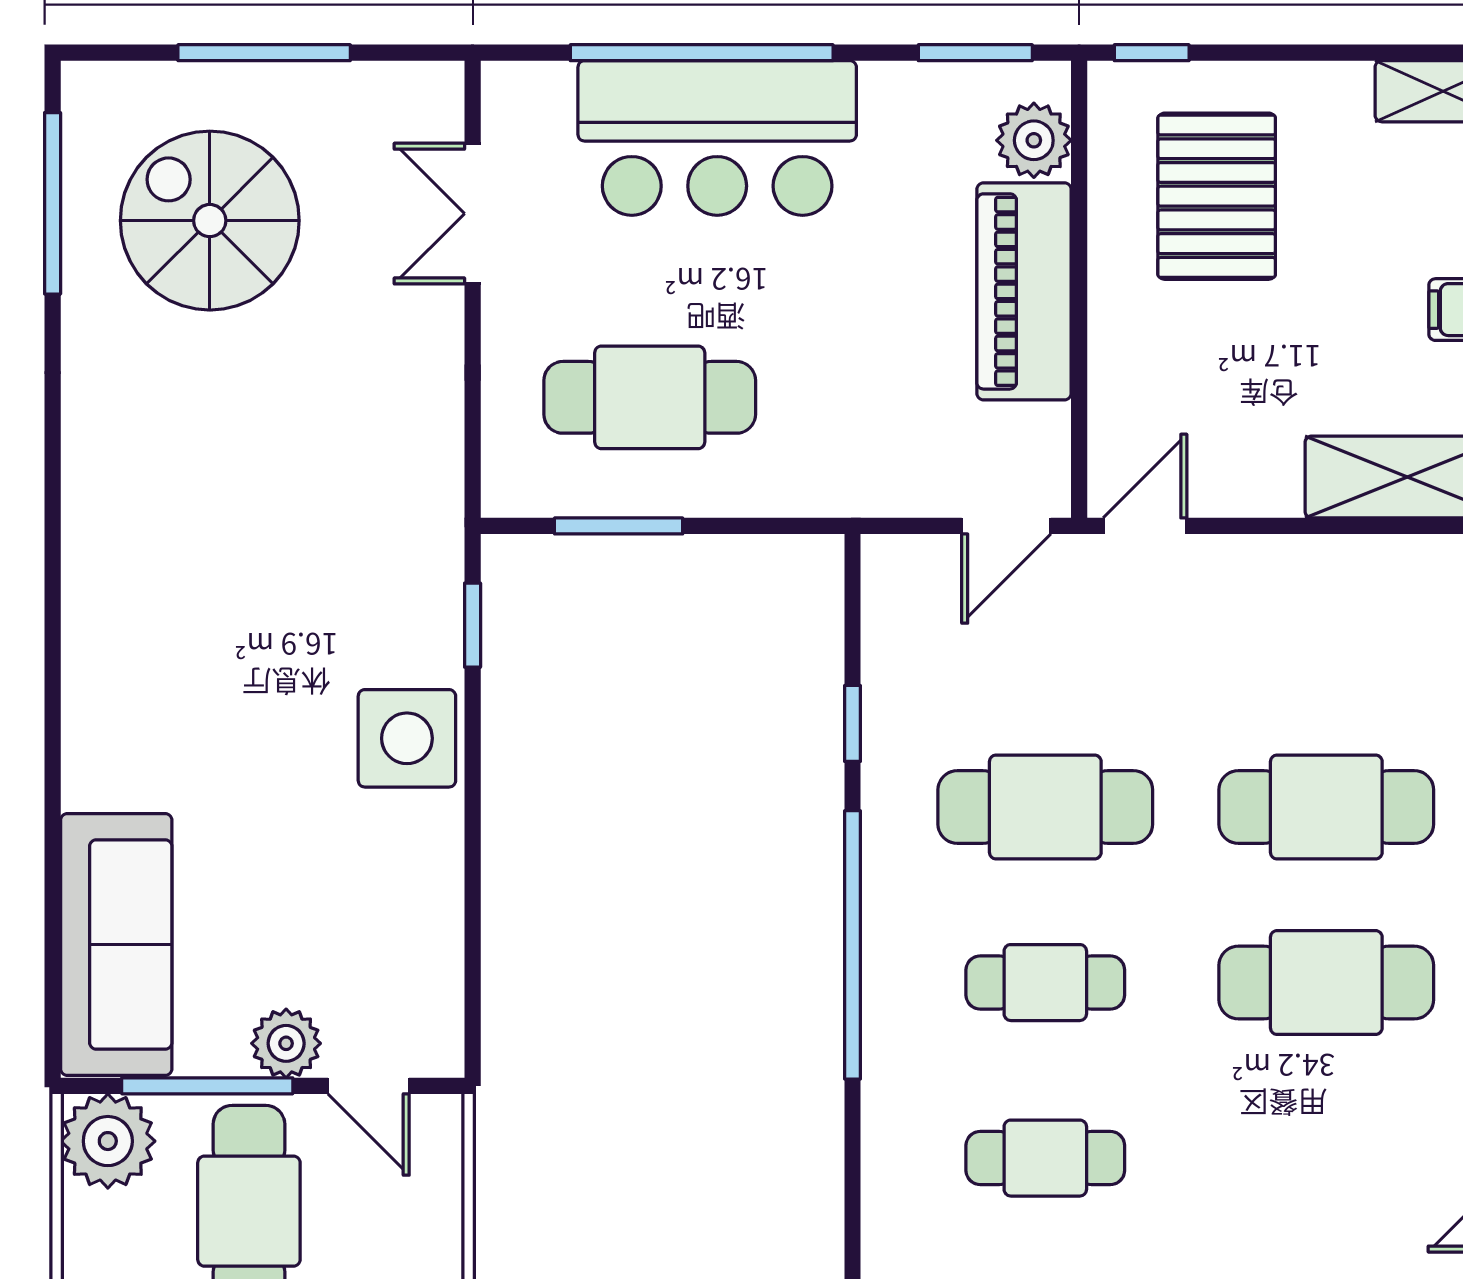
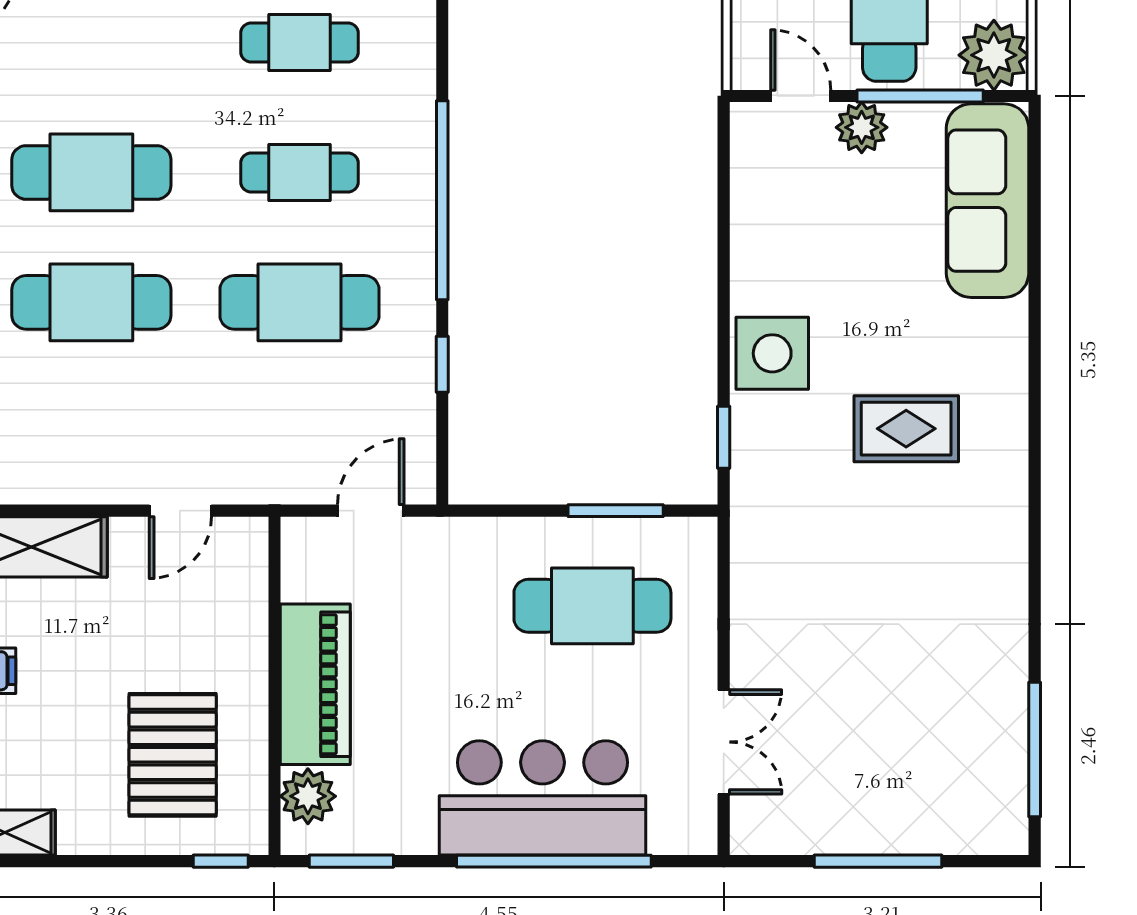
spiral stairs: (210, 221) -> (918, 737), removed
door: (1006, 526) -> (371, 511), moved
door: (1145, 526) -> (180, 511), moved
rug: (226, 637) -> (906, 429), added

